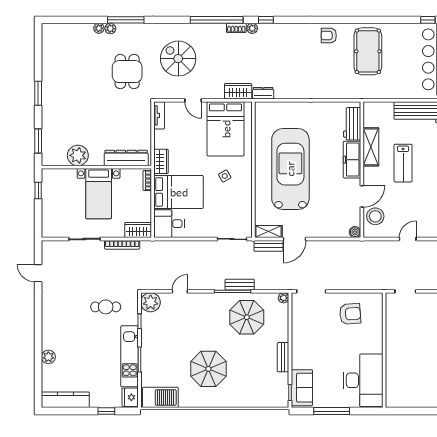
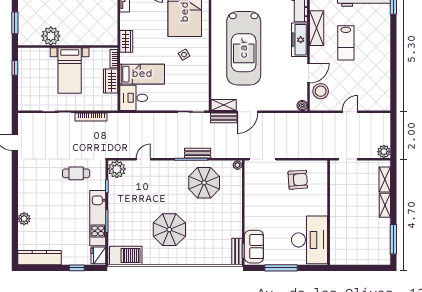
dresser: (126, 158) -> (95, 38), removed
car: (290, 169) -> (244, 48), turned 180
bed: (179, 192) -> (142, 74), width x0.67
wardrobe: (138, 230) -> (111, 81), moved, turned -90
bench: (283, 357) -> (237, 251), moved

